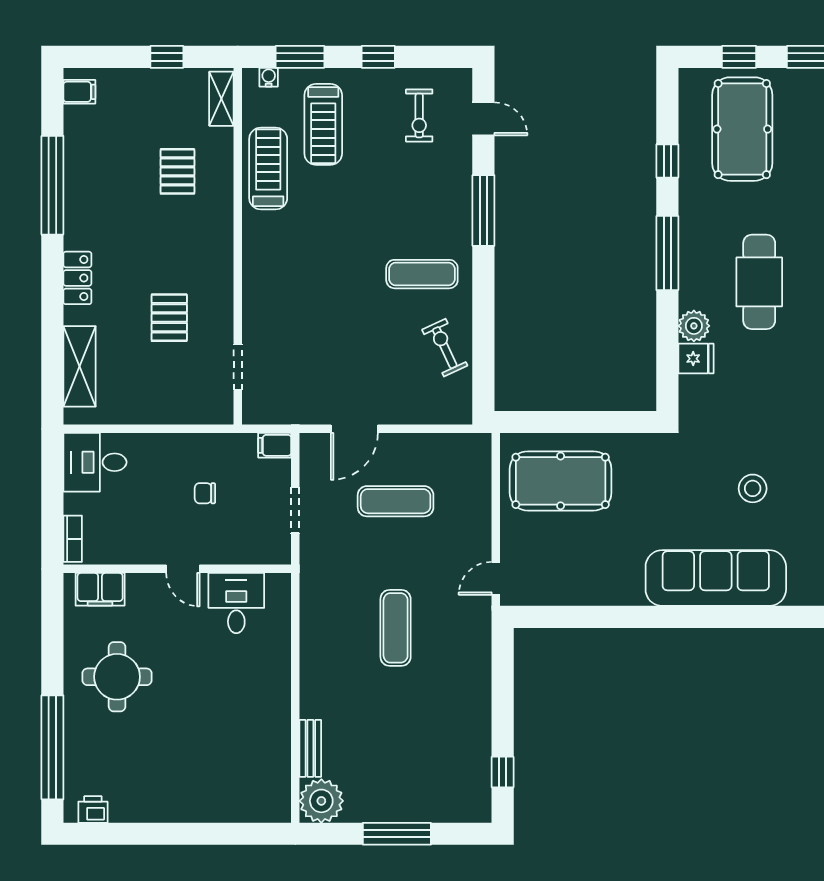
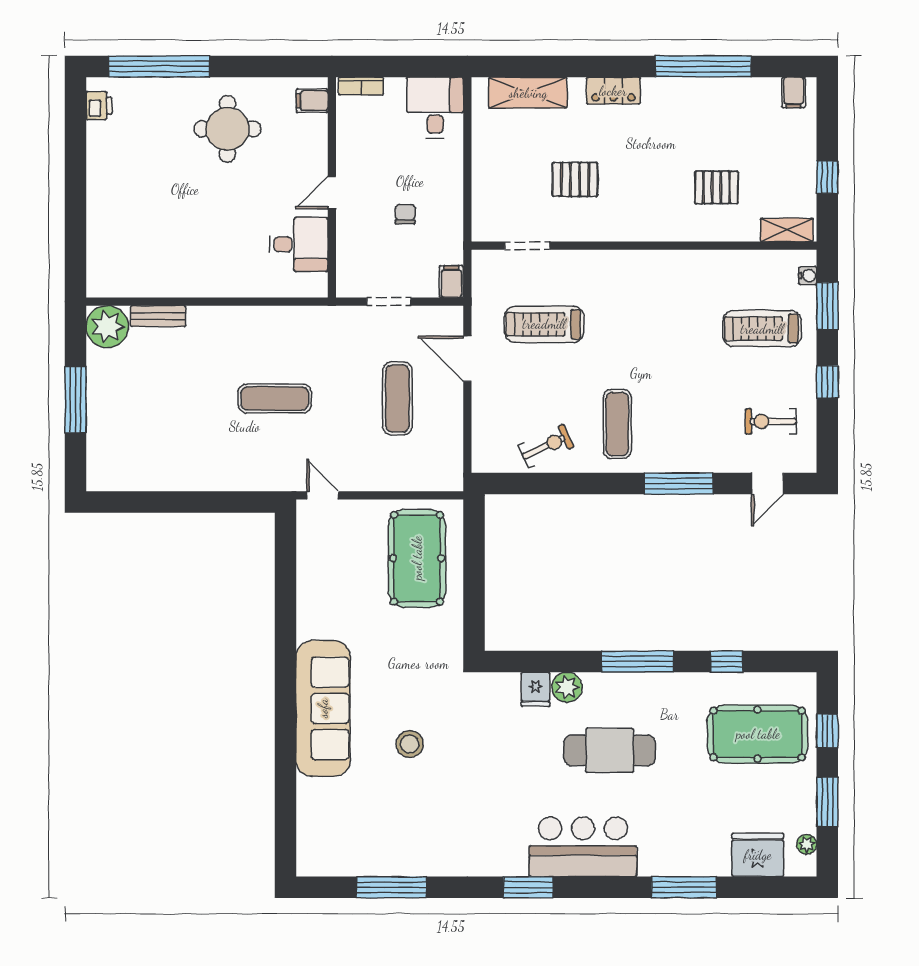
treadmill: (268, 169) -> (544, 324), moved, turned 180
filing cabinet: (100, 589) -> (312, 101), width x0.50
window: (503, 772) -> (135, 502), removed

